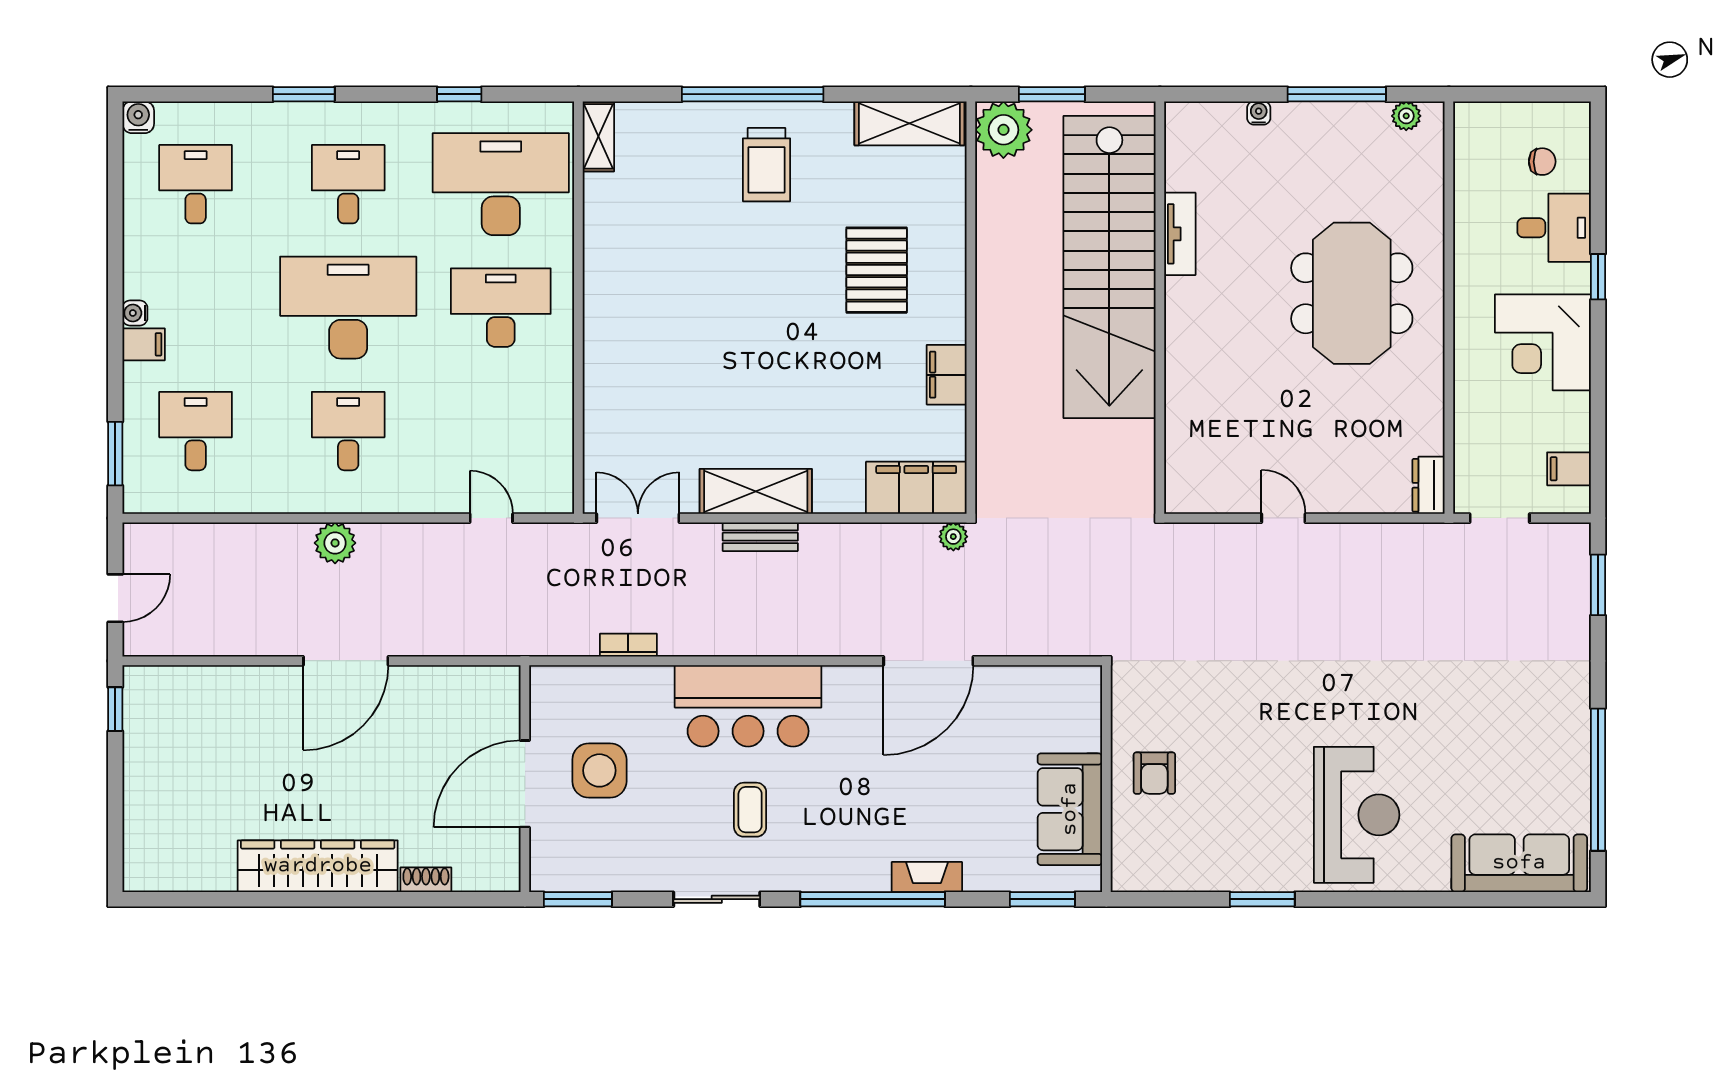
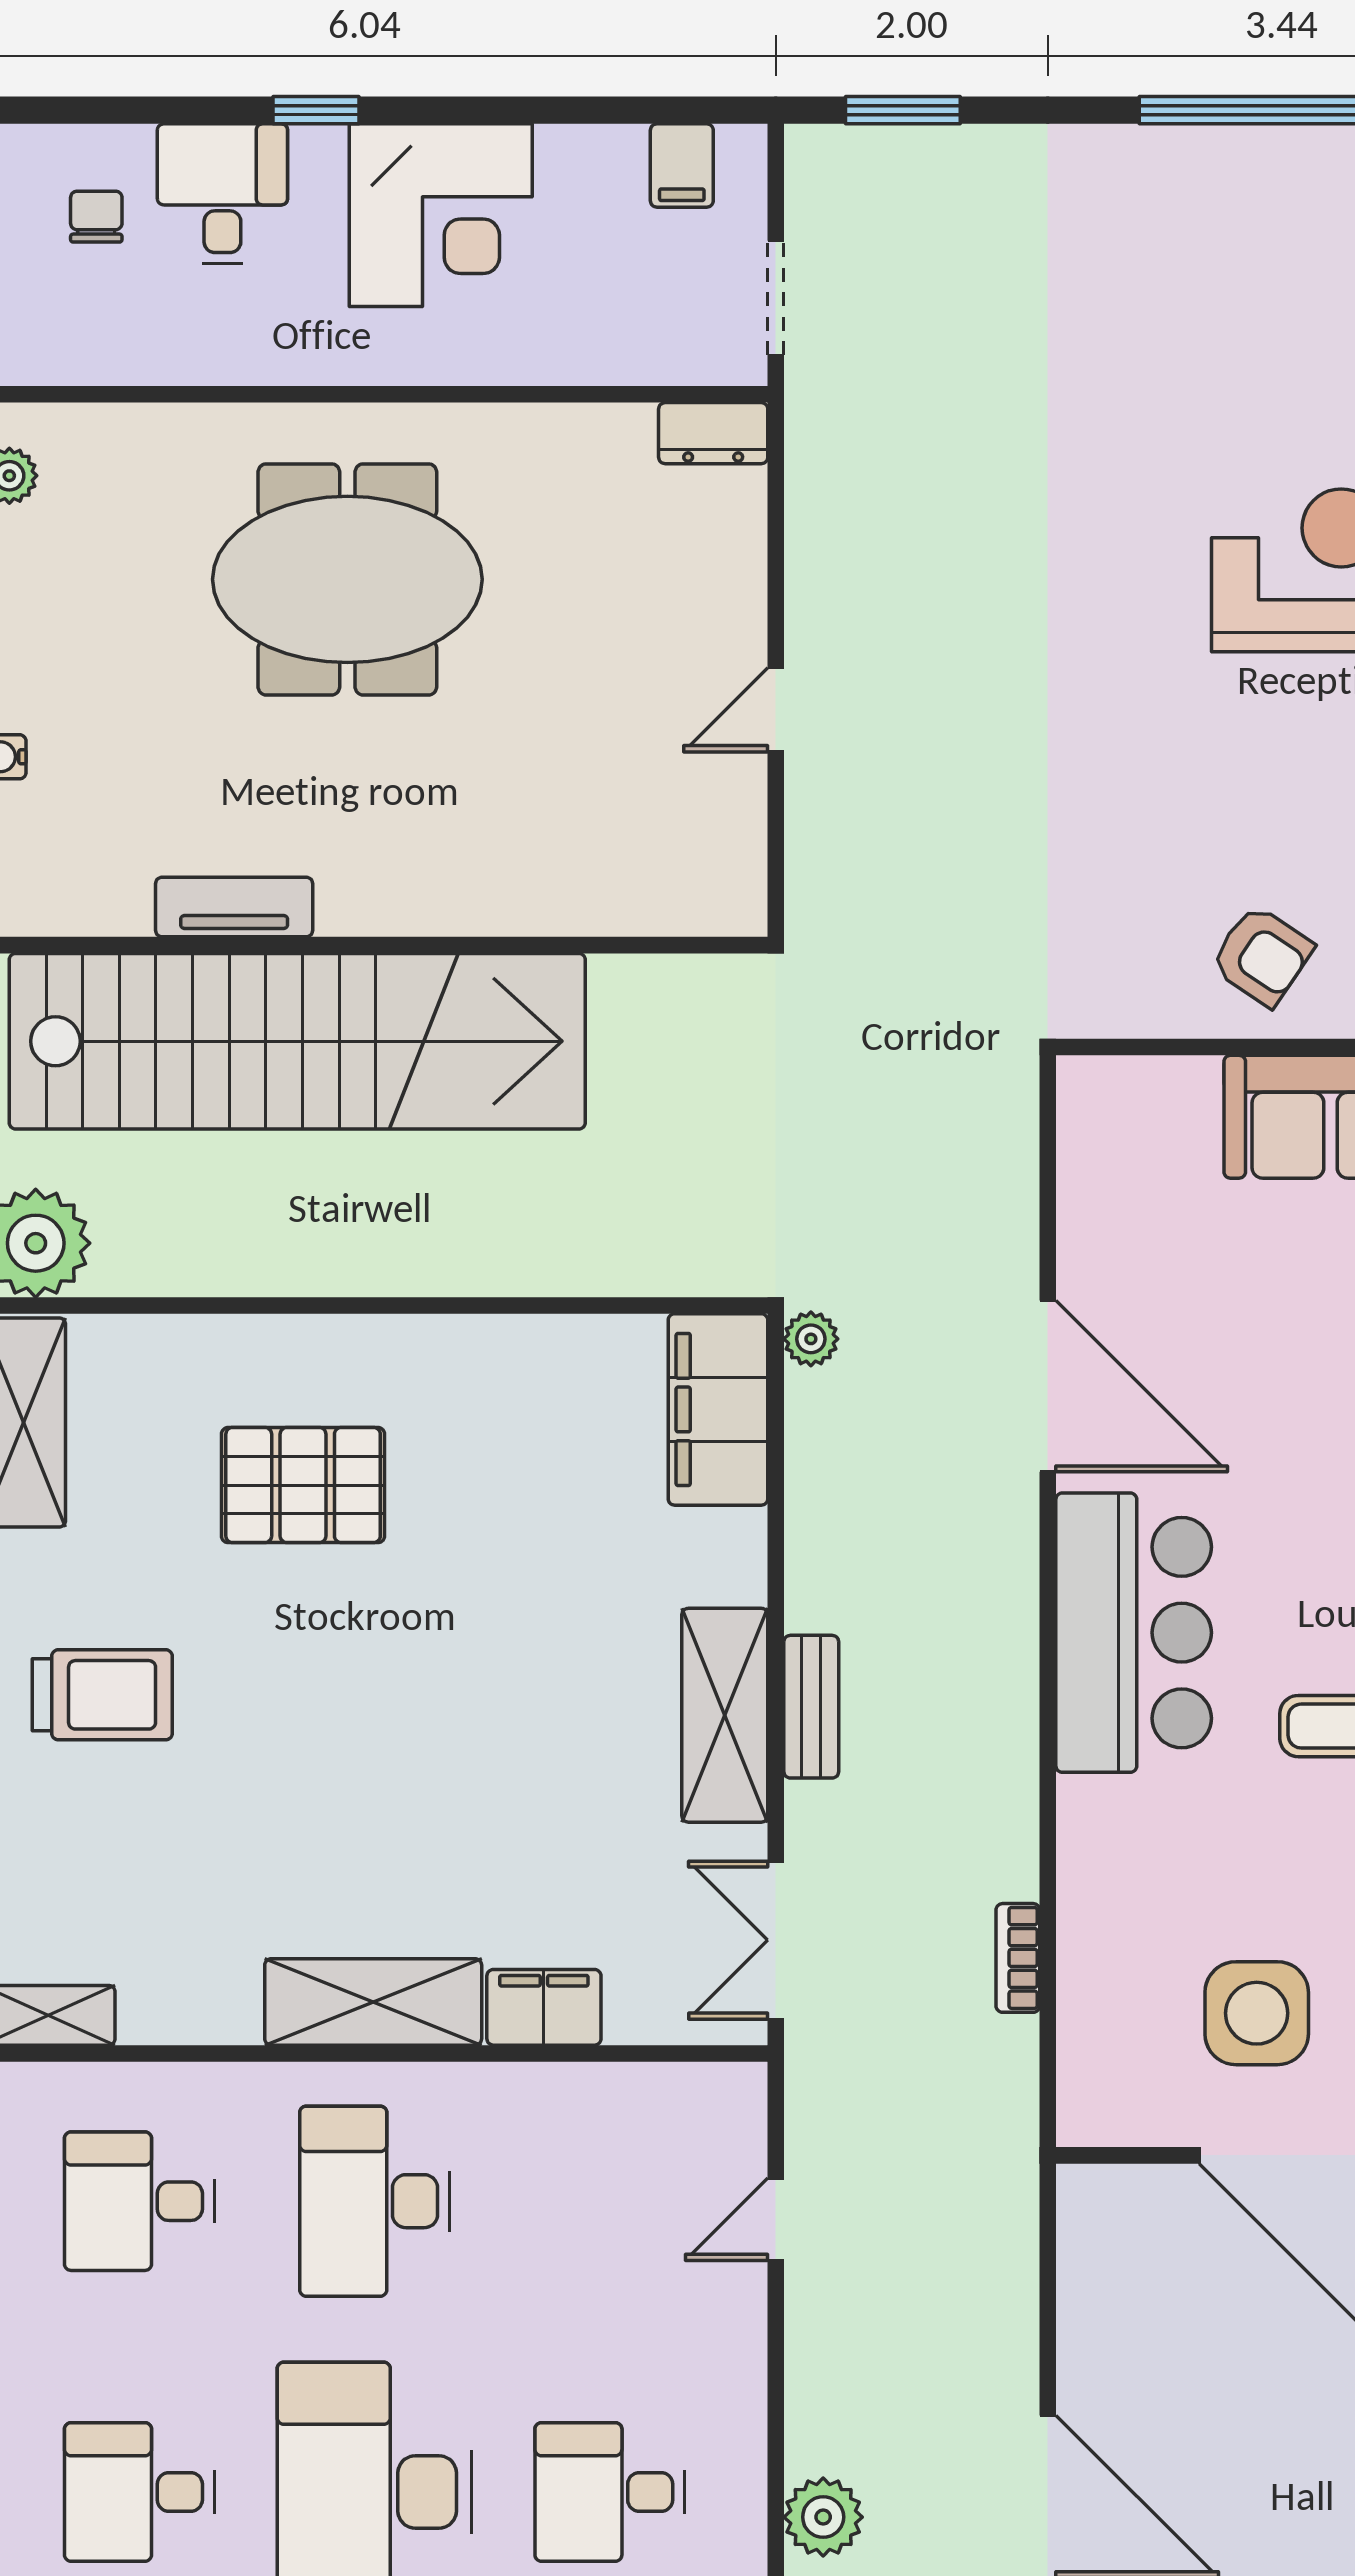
desk: (501, 184) -> (139, 2201), width x0.53, depth x0.77
shelving: (605, 307) -> (373, 2002), added
filing cabinet: (947, 375) -> (544, 2007), moved, turned 180
bar counter: (748, 706) -> (1134, 1633), moved
armchair: (1154, 773) -> (1262, 956), turned 34

